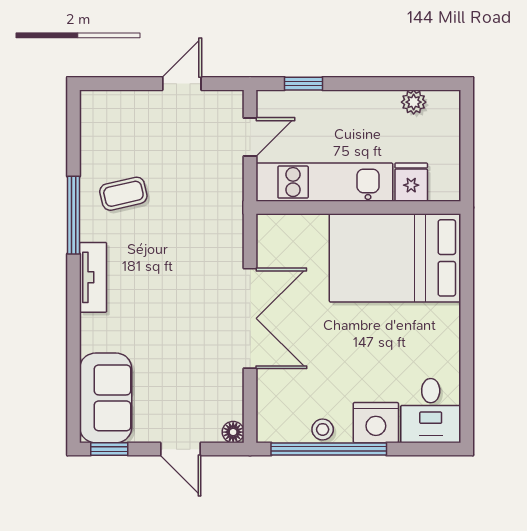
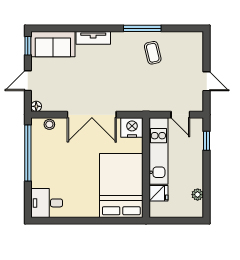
tv unit: (93, 277) -> (93, 38), moved
nightstand: (376, 423) -> (132, 128), moved, turned 90
stool: (323, 429) -> (49, 124), moved

